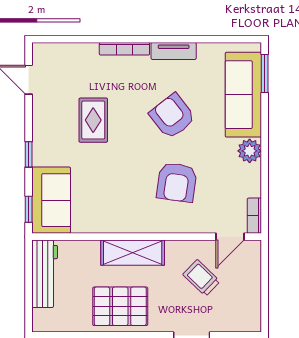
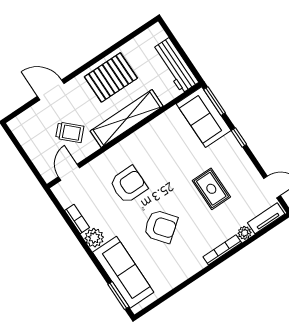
plant: (89, 51) -> (245, 233), added
tv unit: (174, 51) -> (266, 218), moved
armchair: (177, 182) -> (128, 185), turned 82
window: (29, 209) -> (215, 101), width x1.50
bookcase: (254, 216) -> (77, 219), moved
shelving: (133, 253) -> (127, 119), width x1.47

